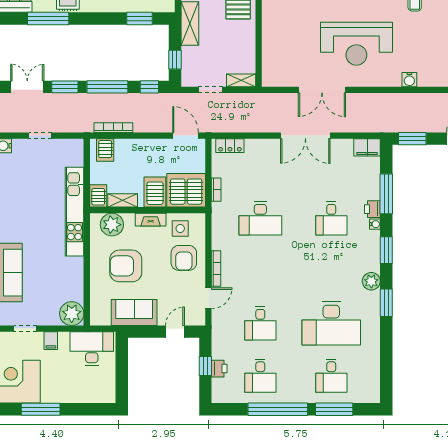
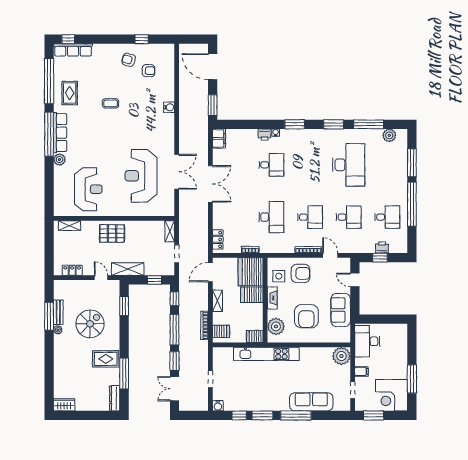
reception desk: (356, 44) -> (141, 176), moved, turned 180
window: (386, 194) -> (369, 124), moved
shelving: (123, 200) -> (217, 301), moved
plant: (371, 281) -> (389, 135), moved
desk: (331, 376) -> (310, 217), moved

